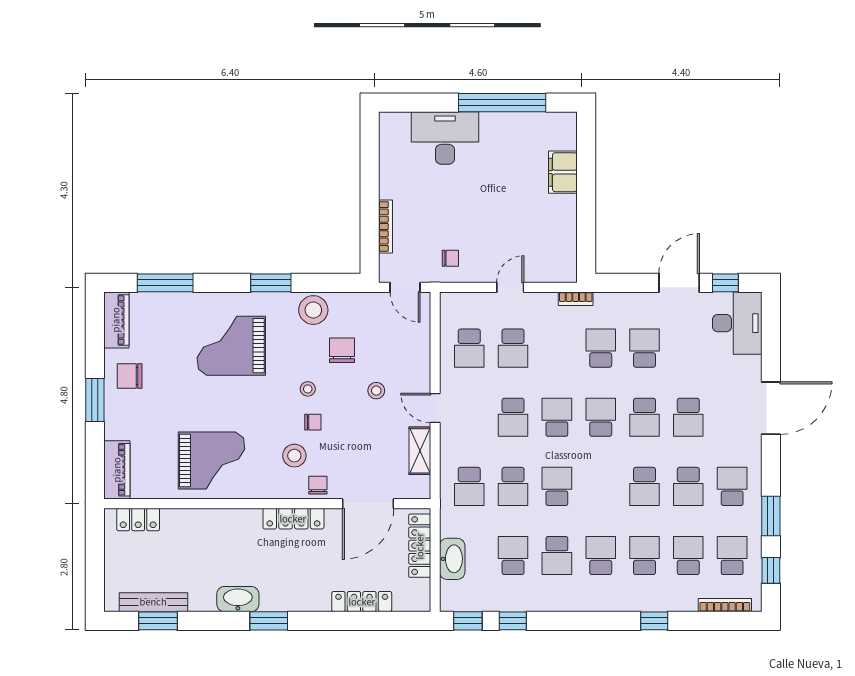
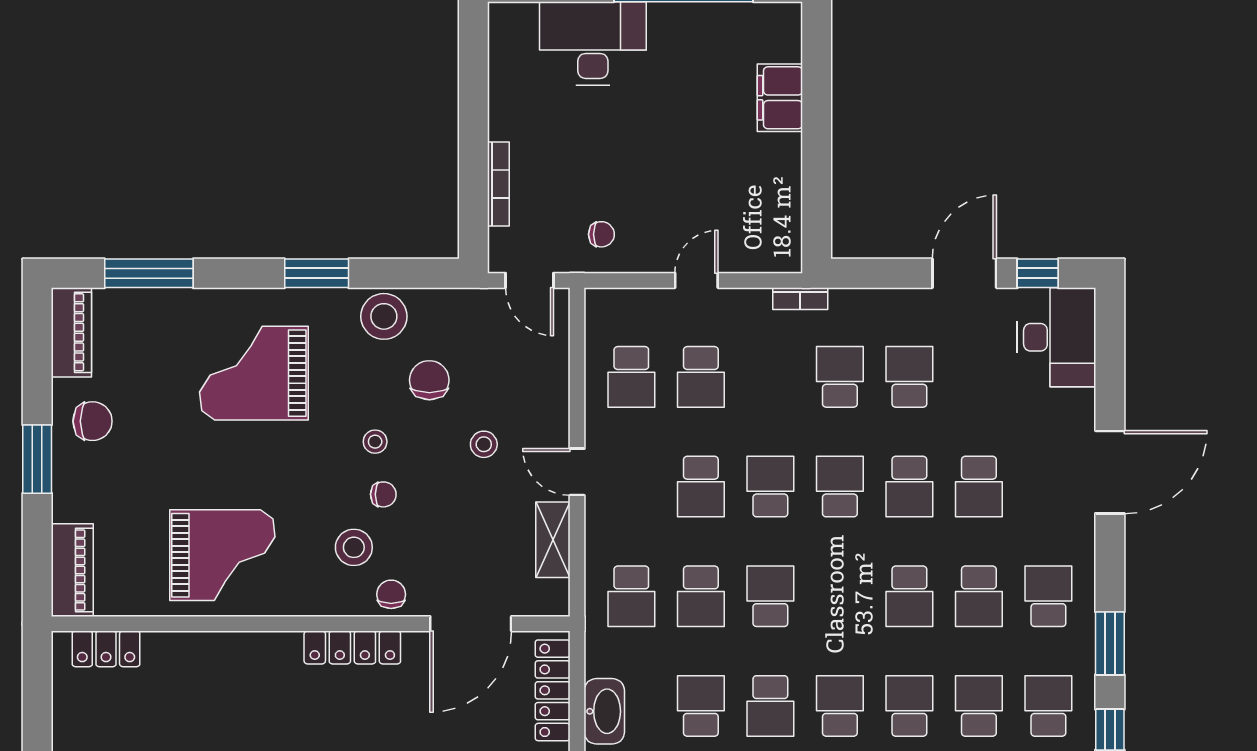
chair: (130, 376) -> (92, 421), turned 180

